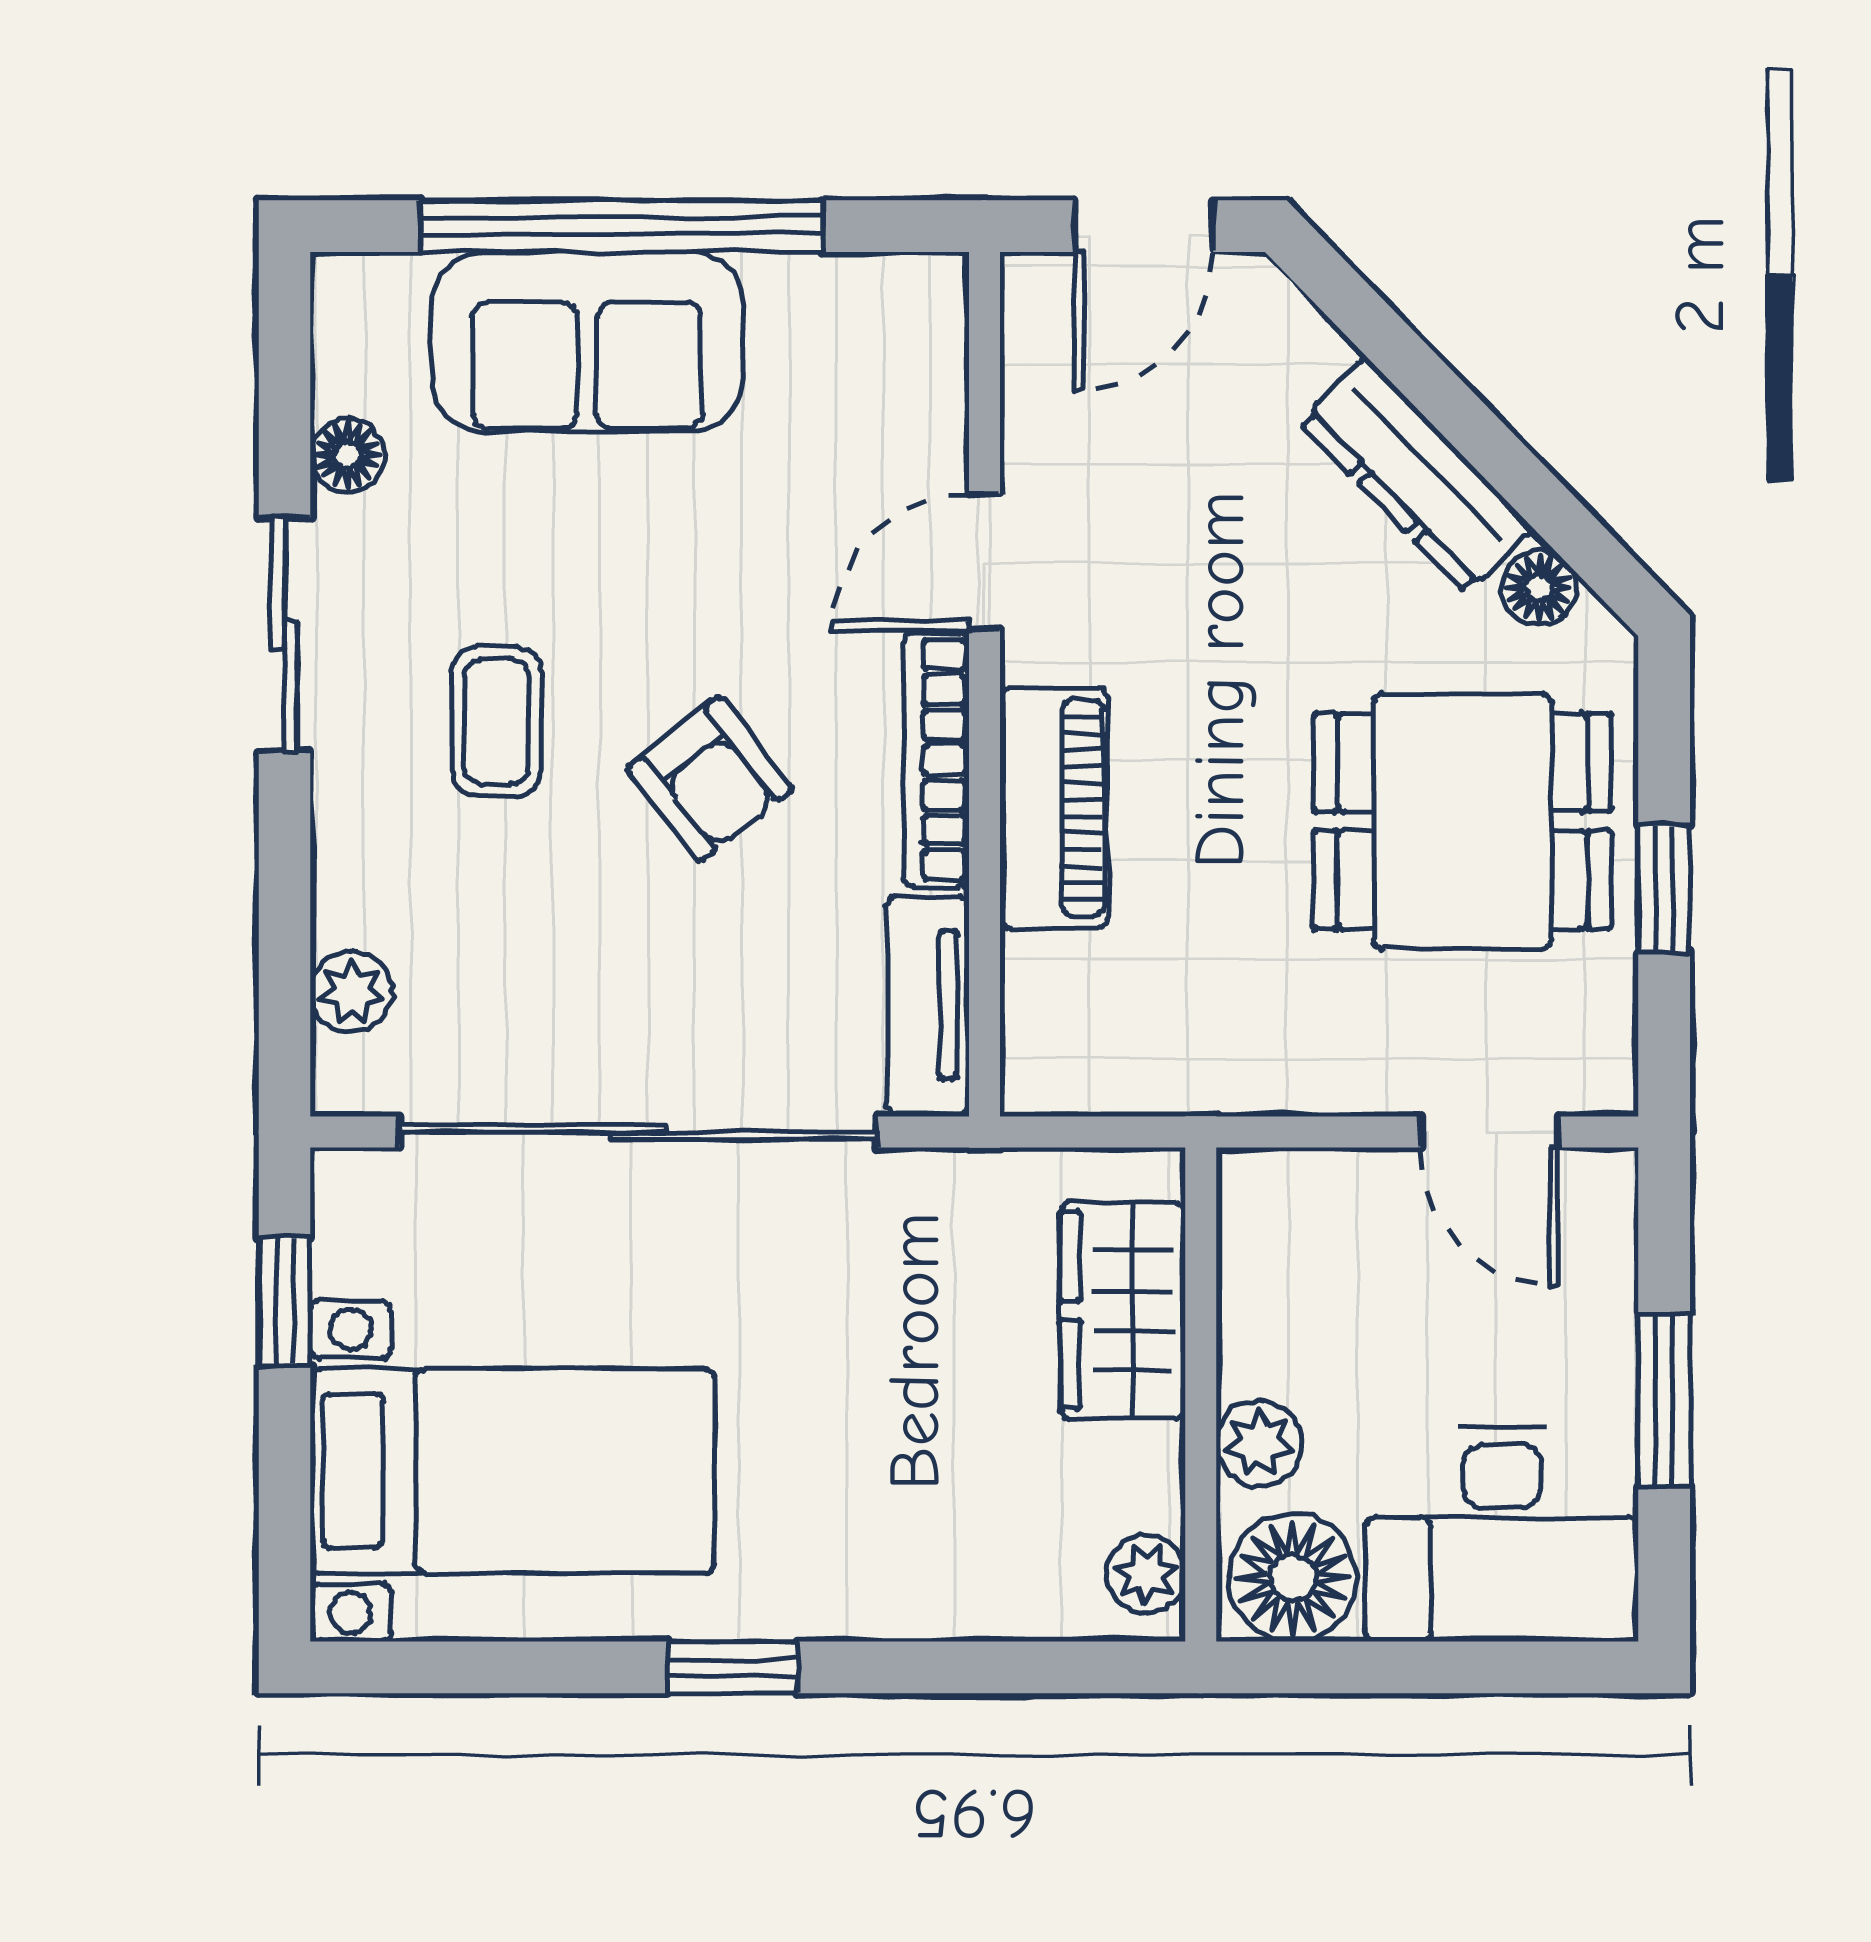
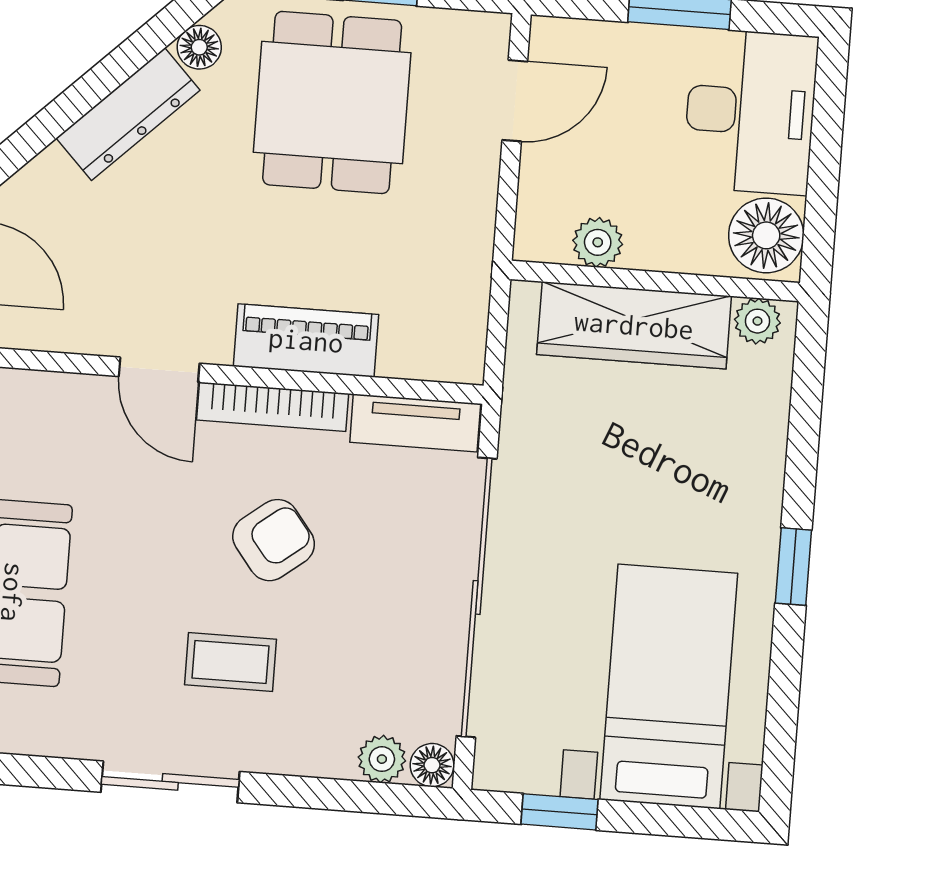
floor lamp: (347, 455) -> (432, 765), moved
wardrobe: (1123, 1311) -> (634, 325), width x1.50
plant: (1259, 1443) -> (598, 242), moved

